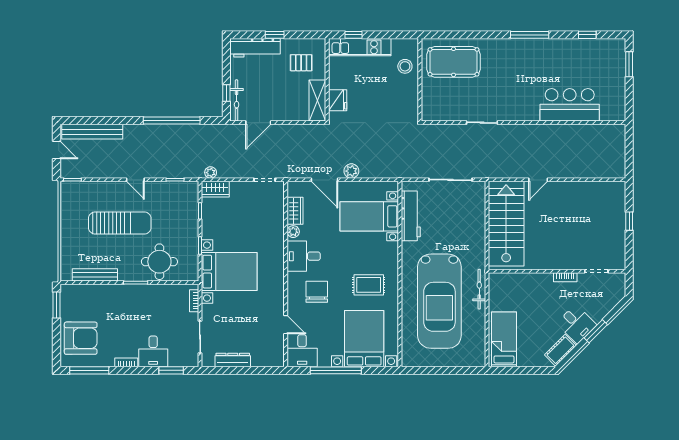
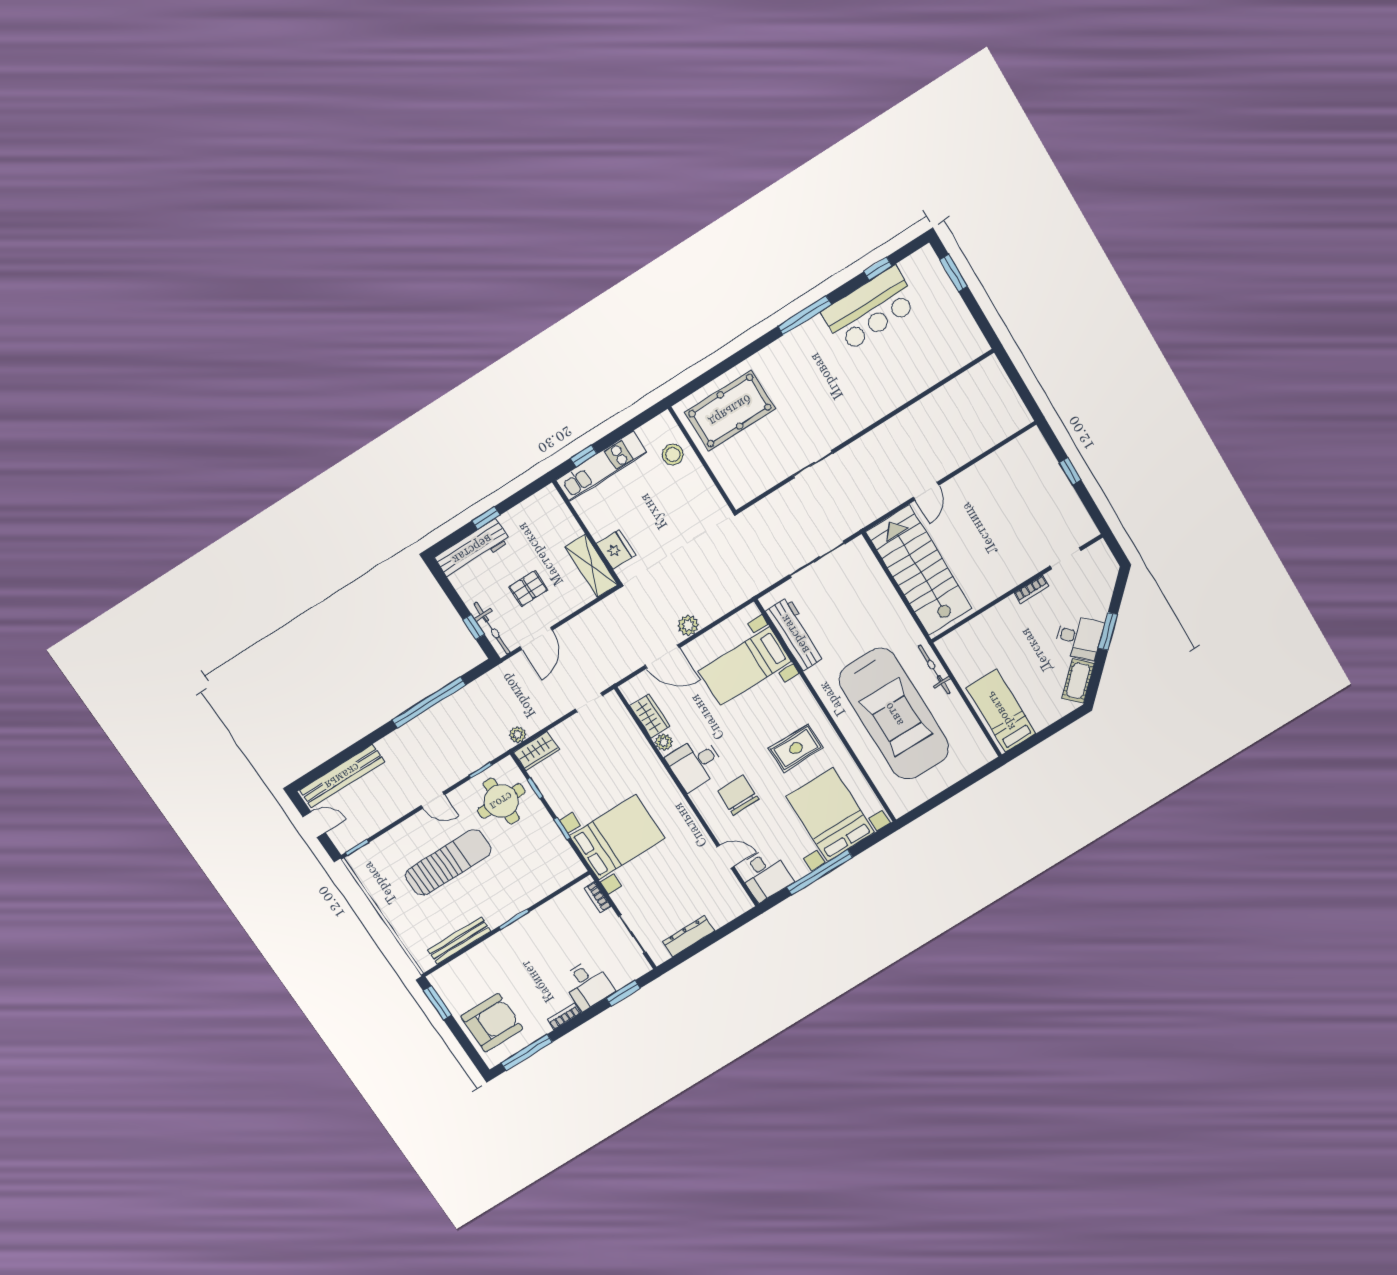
pallet: (301, 63) -> (528, 588), moved
bar counter: (570, 105) -> (870, 309), moved, turned 180
round table: (159, 262) -> (501, 801), moved

